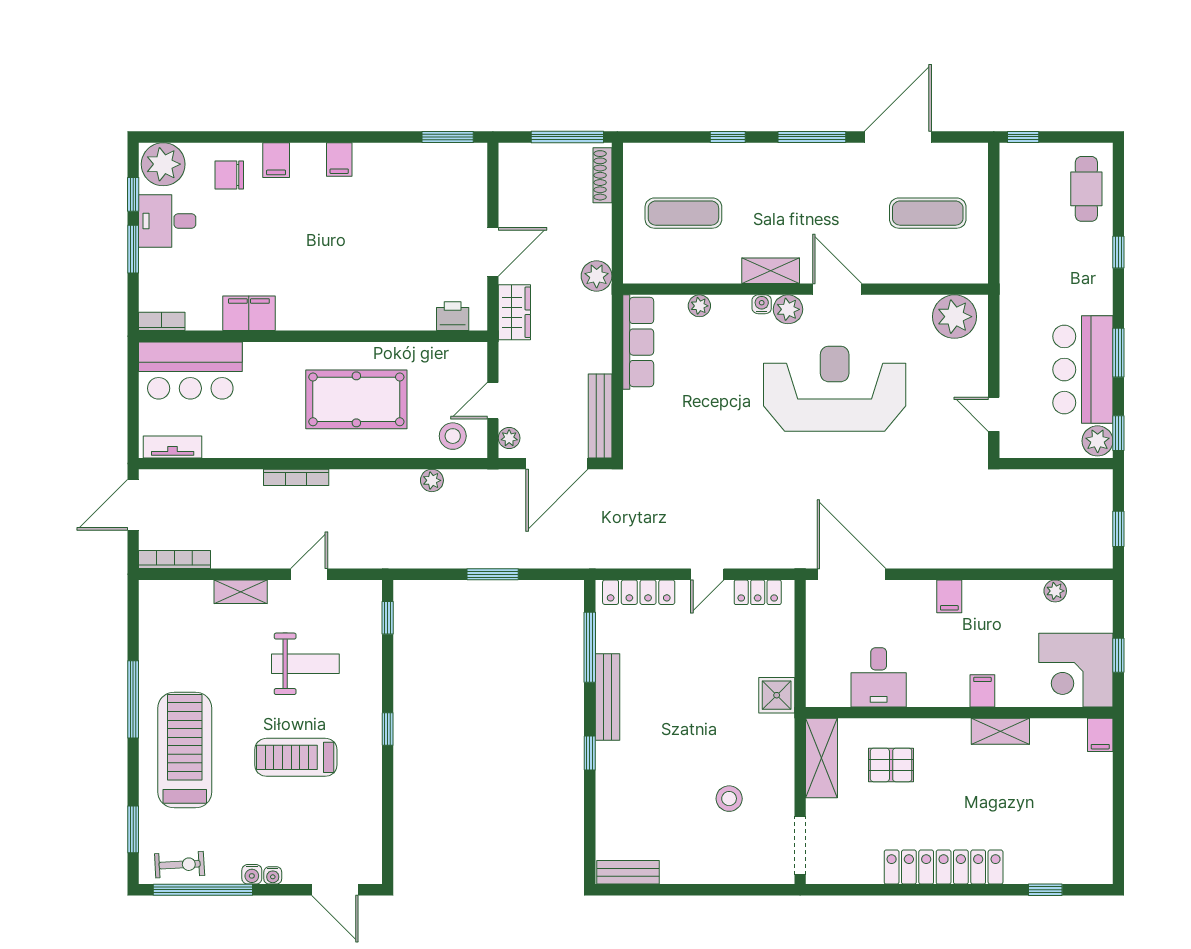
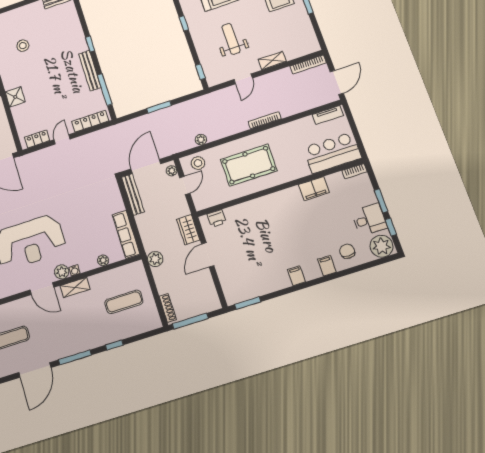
chair: (229, 175) -> (347, 251), turned -90
weight bench: (305, 664) -> (231, 39), turned 90

